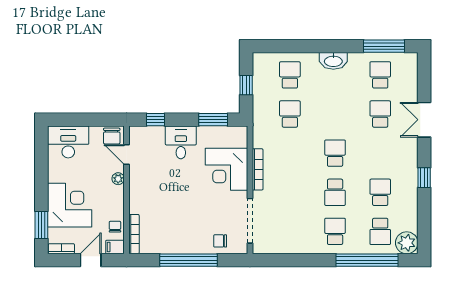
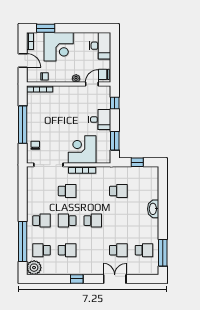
washbasin: (333, 61) -> (153, 209), moved
school desk: (290, 75) -> (67, 191), moved
filing cabinet: (115, 247) -> (31, 76), removed

